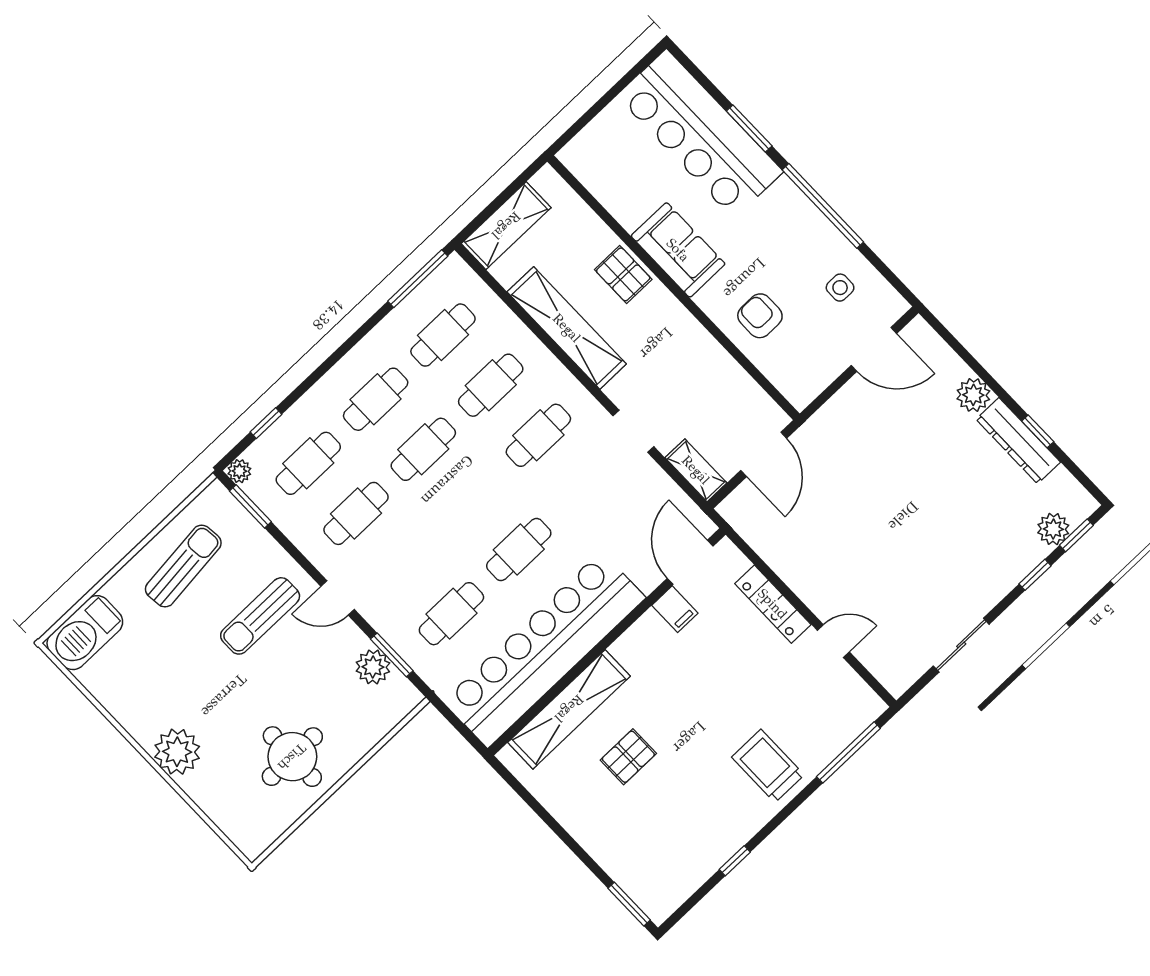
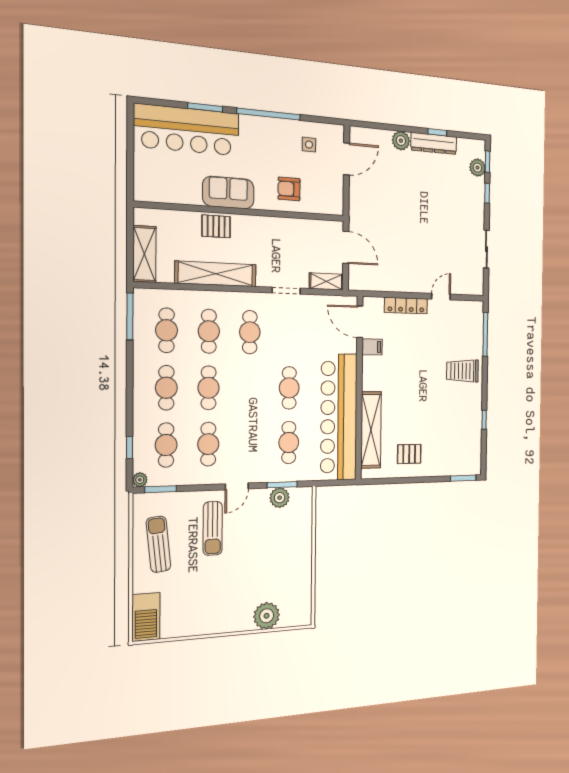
plant: (177, 752) -> (267, 616), moved
round table: (292, 757) -> (284, 568), removed
pallet: (628, 757) -> (409, 454), moved, turned 90

